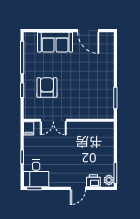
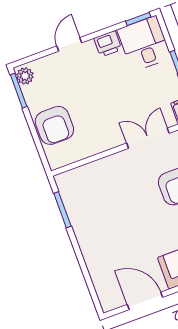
armchair: (103, 146) -> (54, 125), added
printer: (93, 181) -> (108, 44), moved

